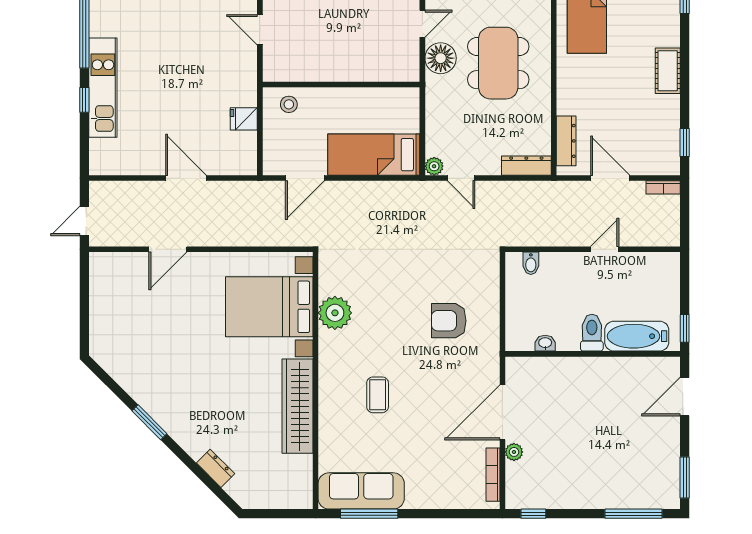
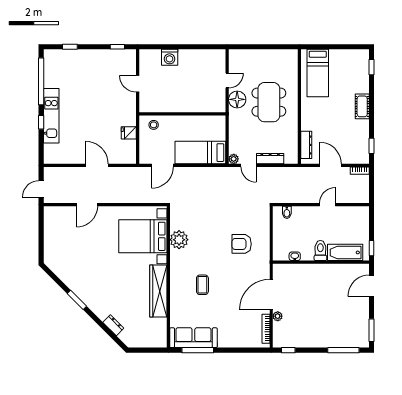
dresser: (526, 166) -> (270, 159), moved

